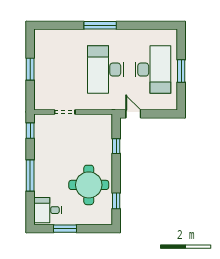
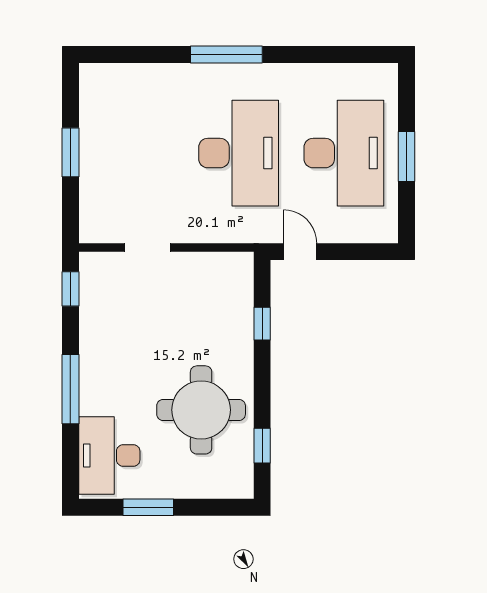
desk: (106, 70) -> (239, 153), turned 180
desk: (48, 210) -> (109, 455), width x1.37

